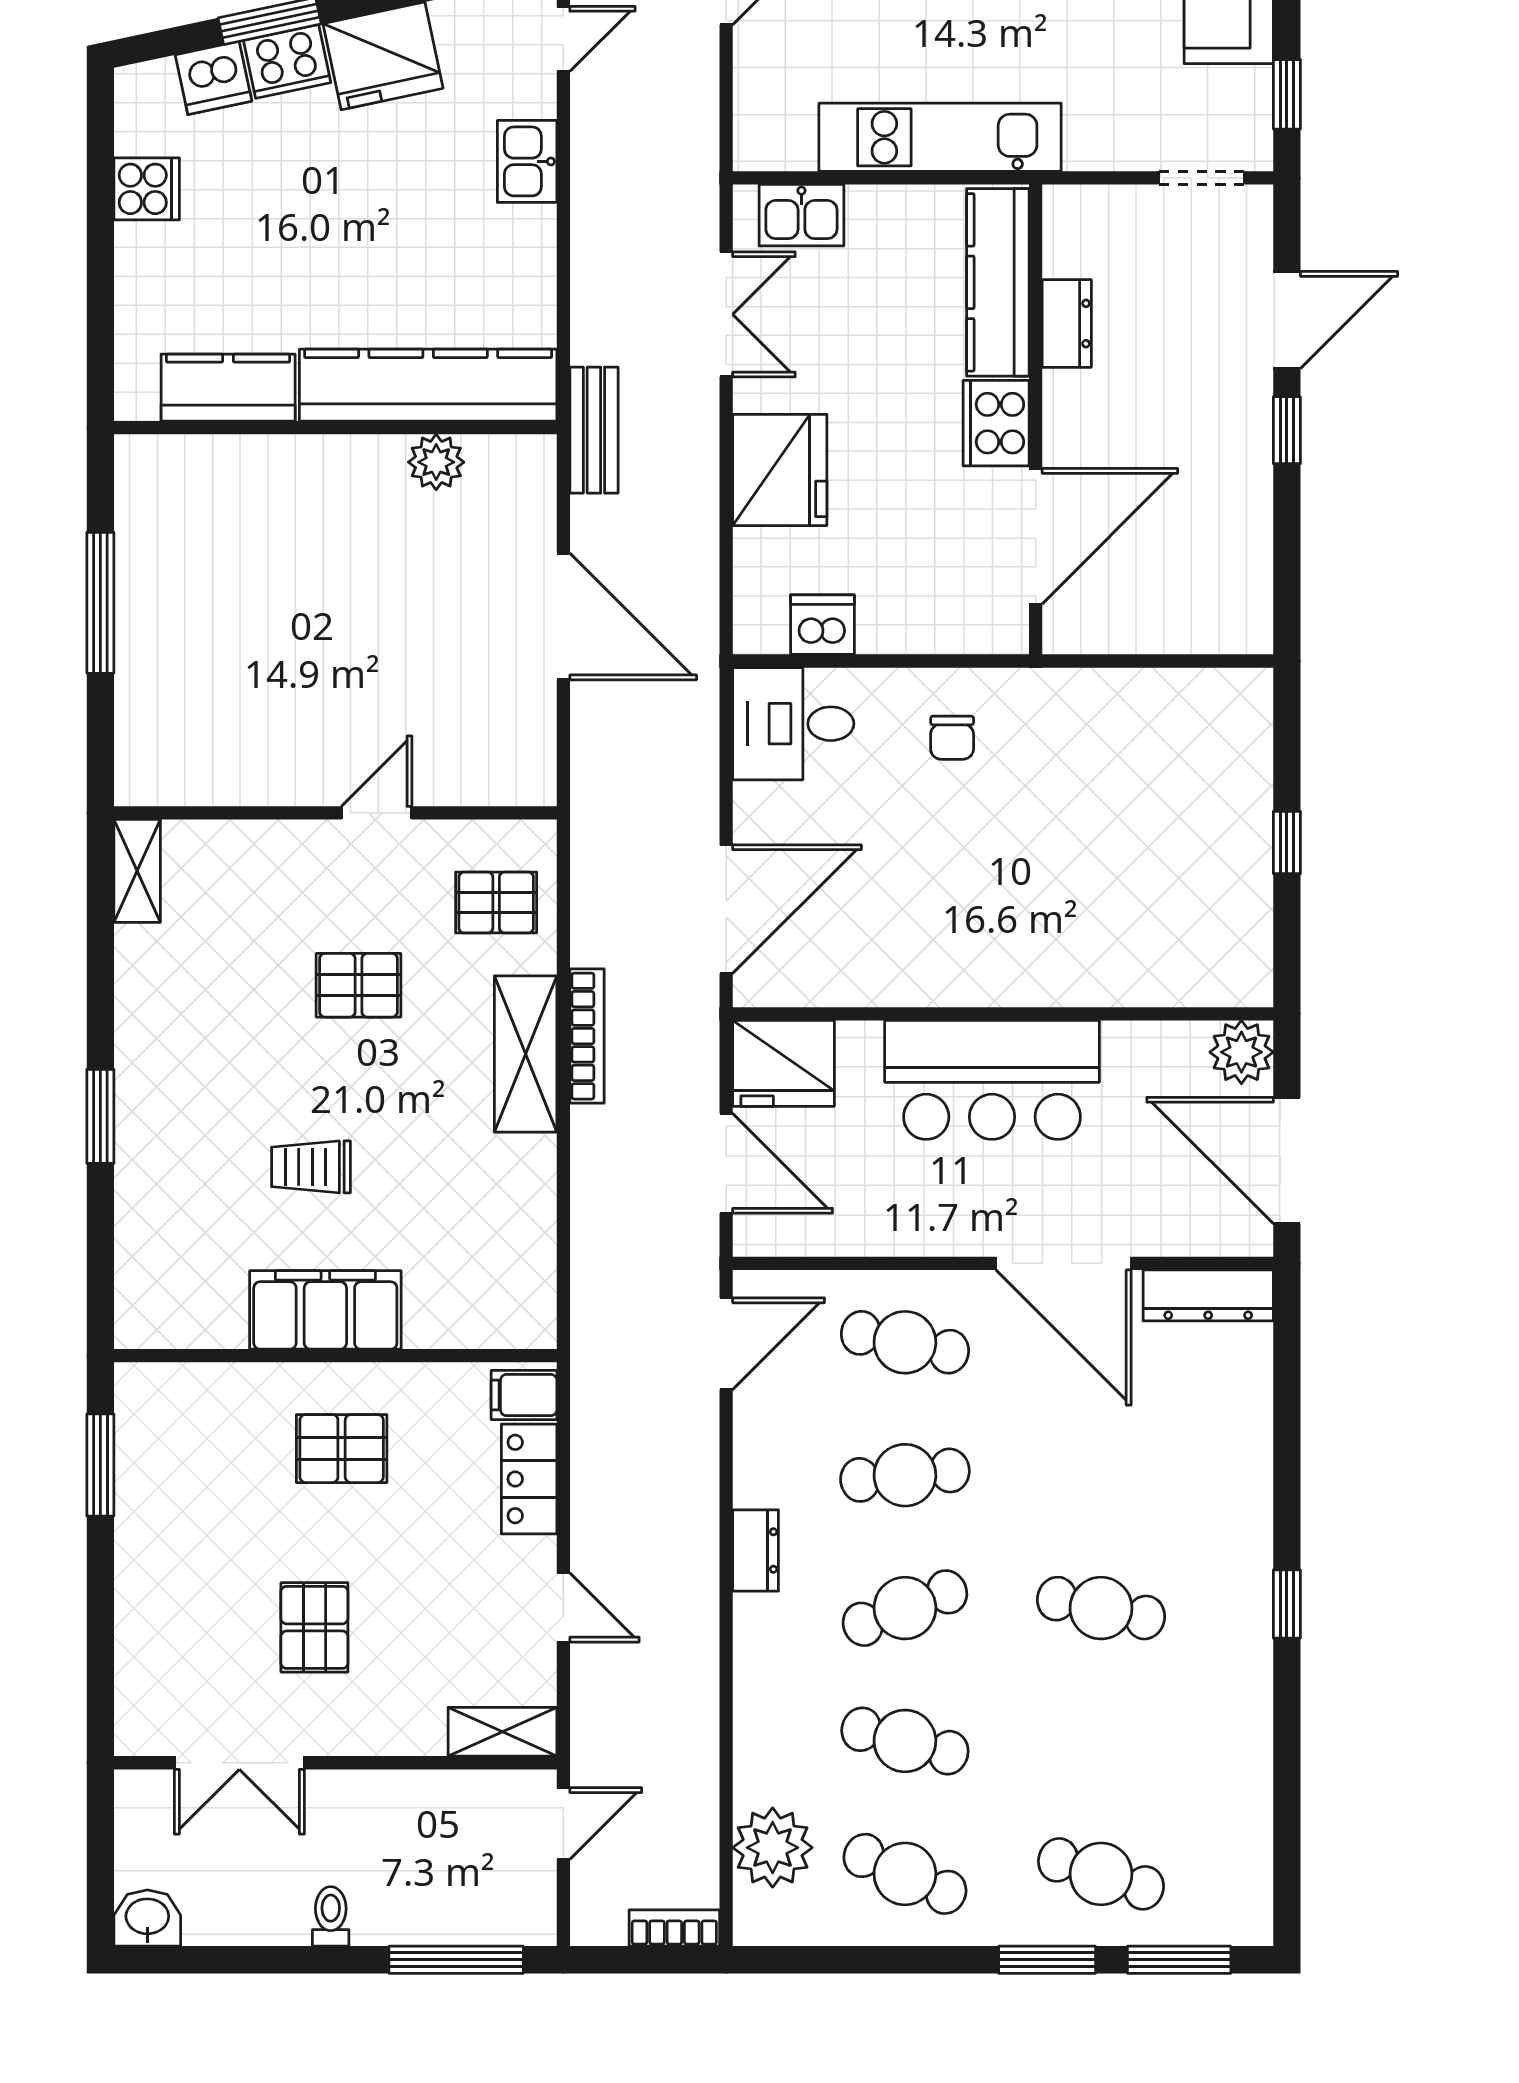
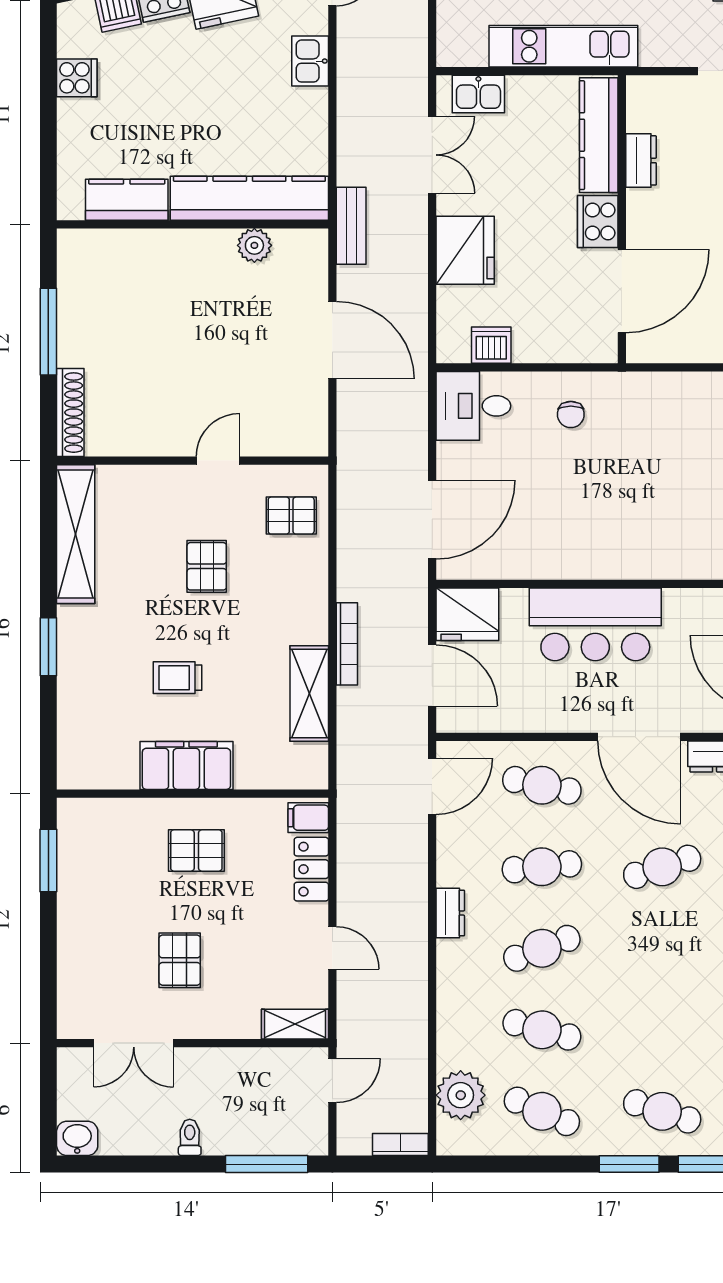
shoe rack: (136, 735) -> (70, 413), added
shelving: (137, 871) -> (76, 534), width x2.20, depth x1.33
pallet: (358, 985) -> (207, 566), turned 90
bookcase: (587, 1036) -> (347, 644), moved
shelving: (526, 1054) -> (309, 694), moved
cafe table: (1101, 1608) -> (662, 867), moved, turned -30

